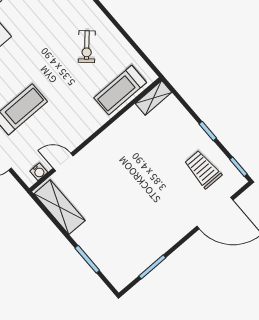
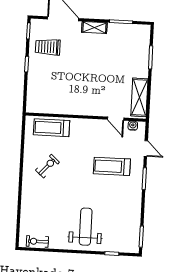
treadmill: (120, 90) -> (52, 128), turned 180
shelving: (153, 98) -> (94, 28), moved
trolley: (203, 169) -> (48, 47), turned 90

